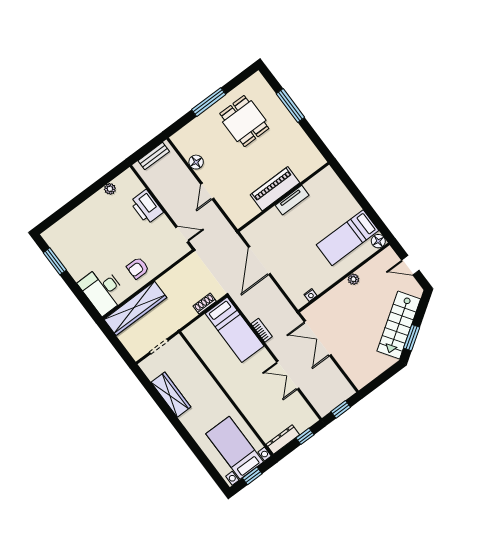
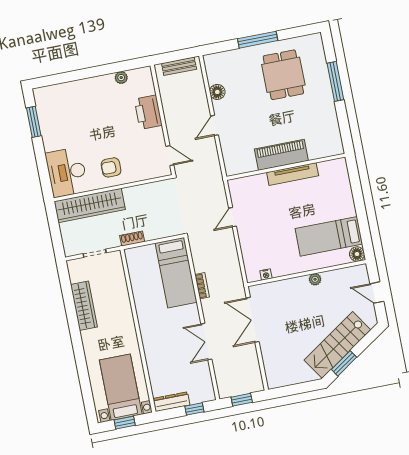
tv unit: (292, 200) -> (293, 174), width x1.41
door: (259, 261) -> (232, 217), width x0.53
shoe rack: (205, 304) -> (132, 239), moved

